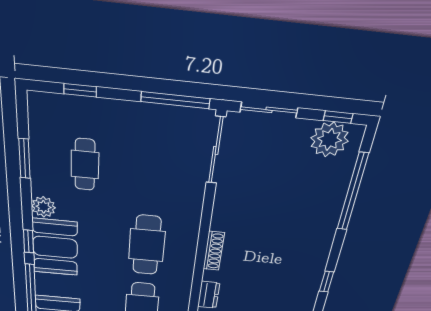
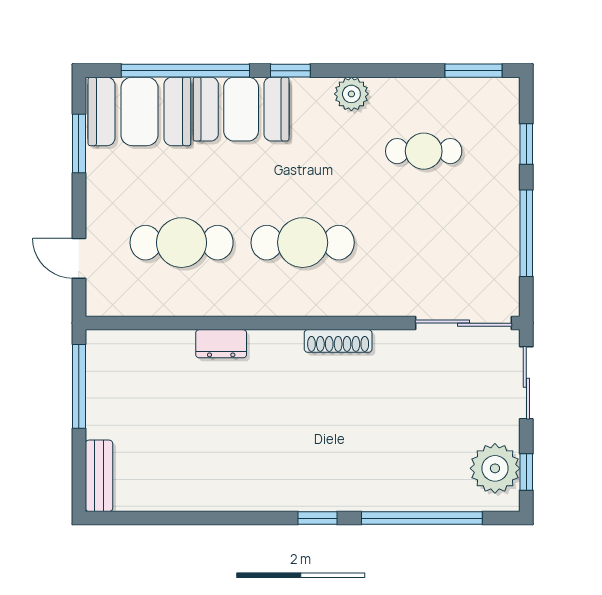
window: (175, 100) -> (526, 233), moved
window: (25, 159) -> (473, 71), moved
booth: (55, 247) -> (241, 109), moved
shoe rack: (214, 251) -> (338, 341), moved
window: (326, 282) -> (318, 518), moved

